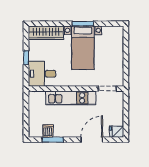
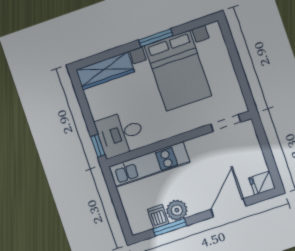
bed with nightstands: (83, 48) -> (178, 71), width x1.36
window: (26, 58) -> (98, 146), moved
kitchen unit: (71, 98) -> (149, 165), moved
plant: (60, 131) -> (177, 210), added

